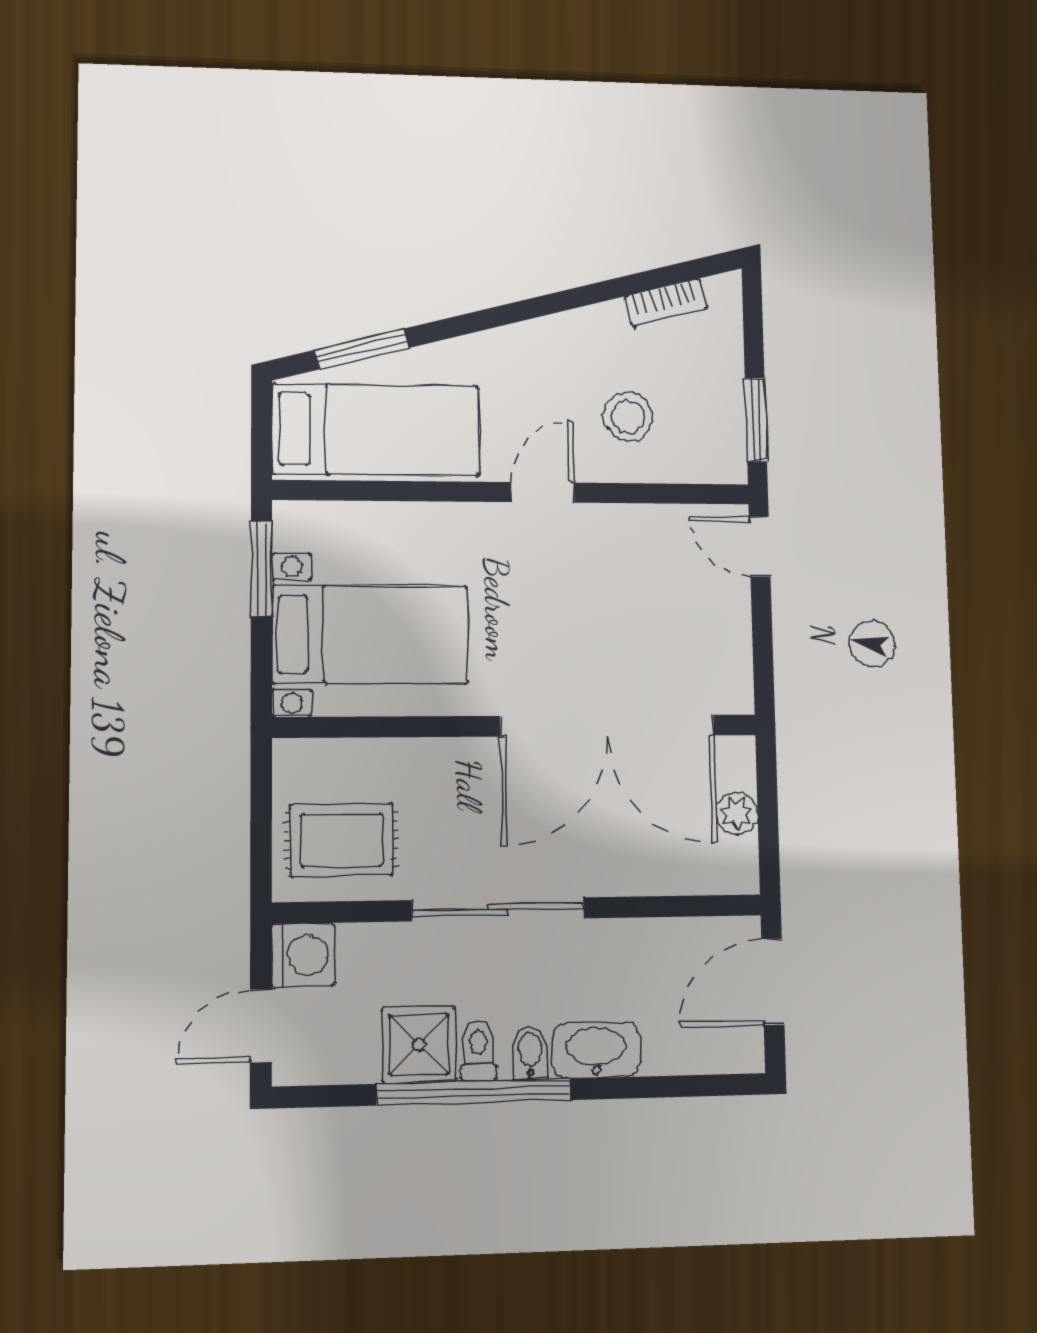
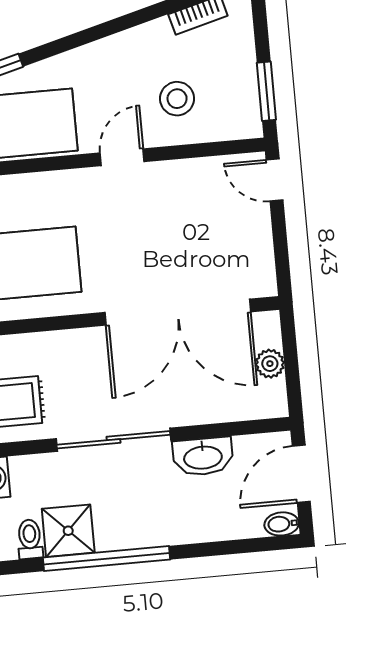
washbasin: (596, 1050) -> (203, 457), moved, turned 180
toilet: (478, 1051) -> (30, 539), moved
bidet: (530, 1053) -> (282, 524), moved, turned -90

